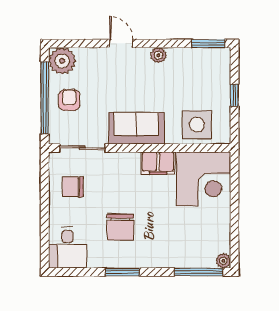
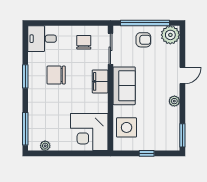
filing cabinet: (158, 163) -> (100, 81), moved
plant: (223, 261) -> (45, 146), moved

